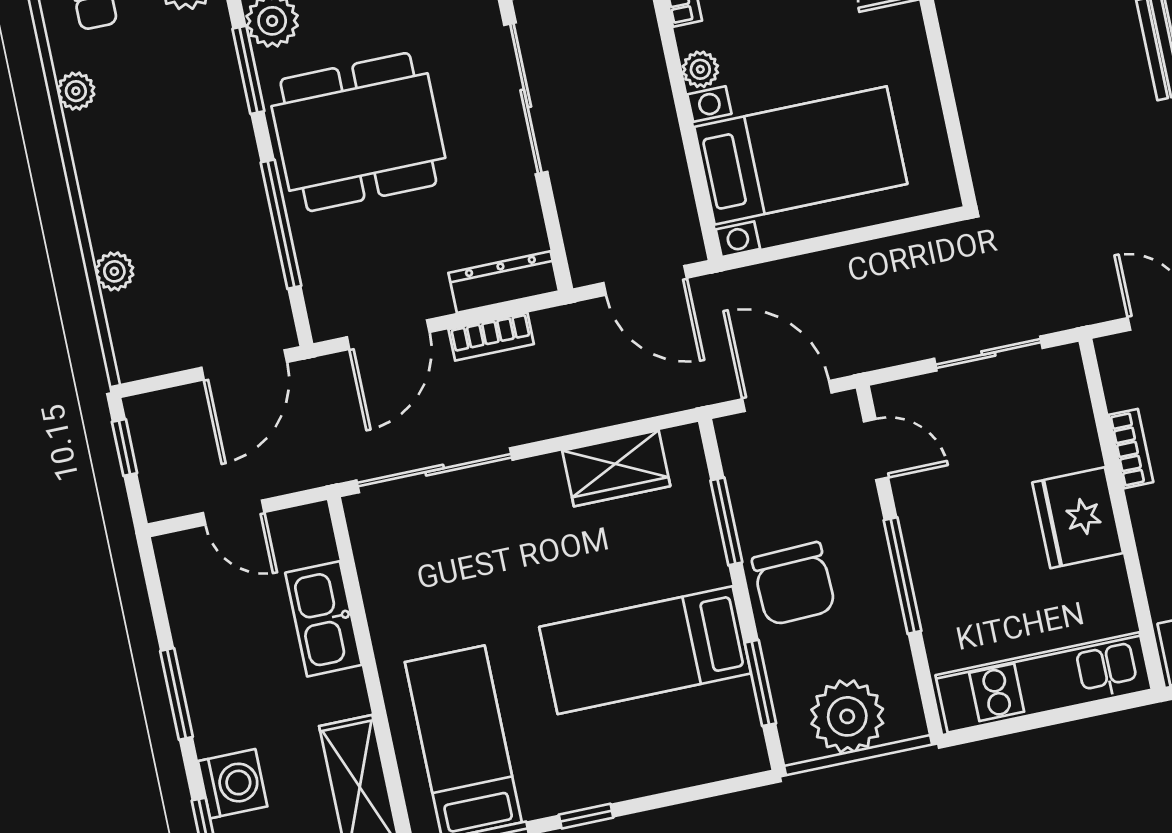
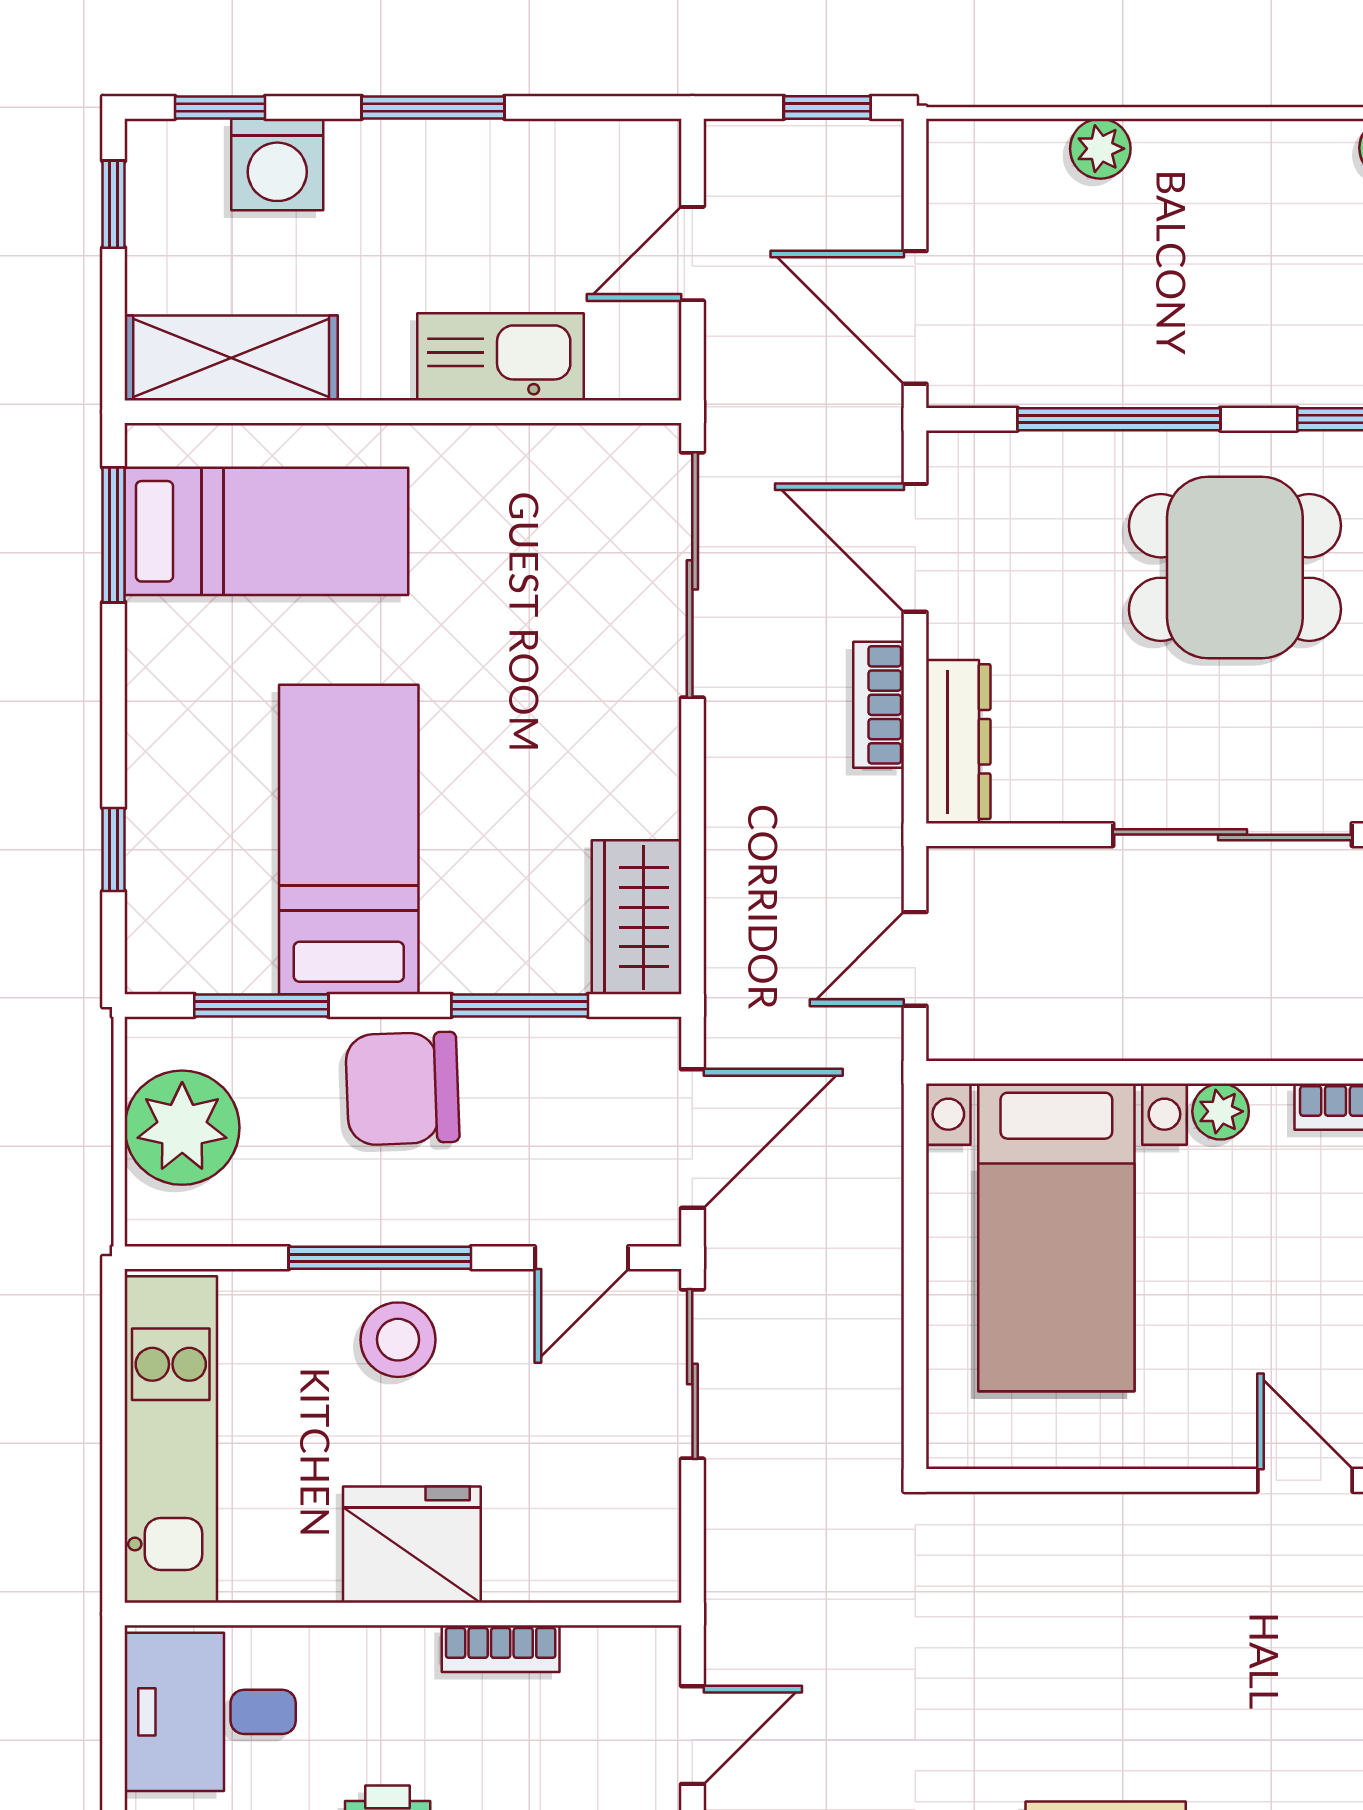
dining table: (358, 132) -> (1235, 568), width x0.73
door: (645, 280) -> (915, 959), width x0.73
sliding door: (988, 353) -> (692, 1374), moved
wardrobe: (616, 468) -> (637, 917), moved
stool: (951, 553) -> (398, 1340), added
window: (586, 816) -> (114, 849), moved

